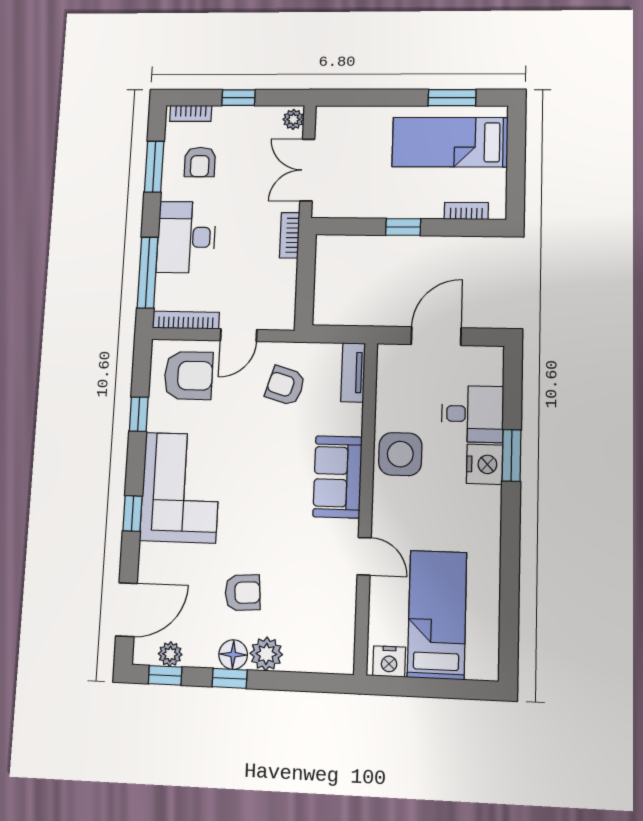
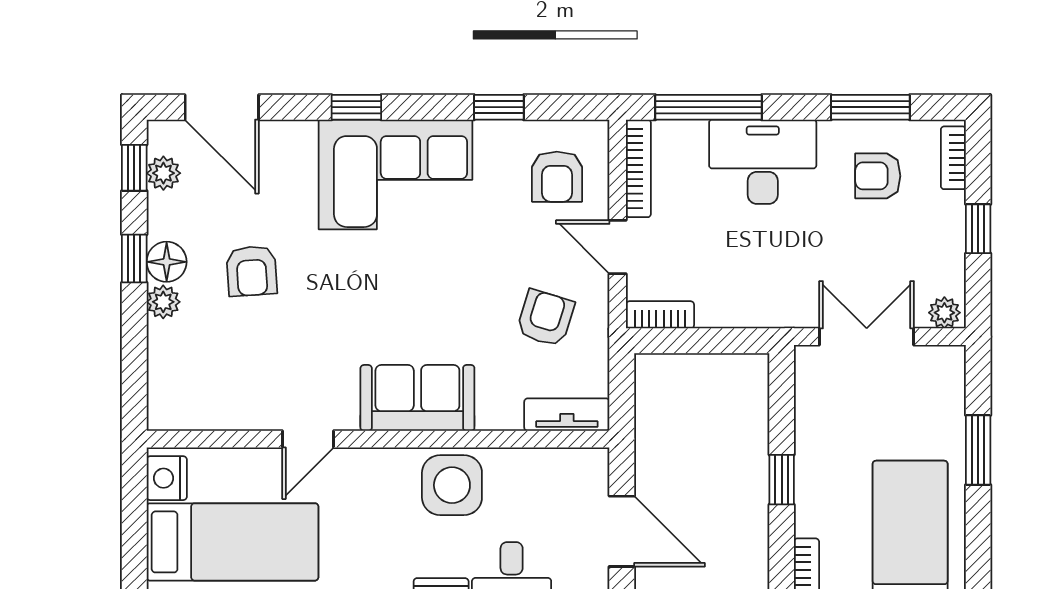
window: (452, 98) -> (978, 450), moved
bookcase: (290, 235) -> (660, 315), moved
armchair: (188, 376) -> (557, 177), width x0.72, depth x0.72
plant: (266, 654) -> (163, 302), width x0.73, depth x0.73

